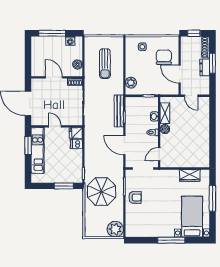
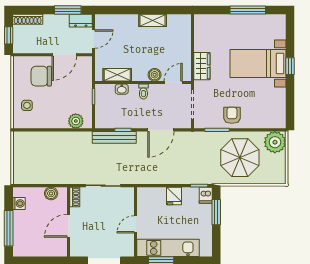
window: (212, 63) -> (68, 10), moved
sun lounger: (105, 64) -> (50, 156), removed
dresser: (205, 67) -> (81, 21), moved
boiler: (165, 129) -> (155, 75), moved
fridge: (76, 133) -> (174, 196), moved
shelving: (205, 139) -> (153, 20), added
dishwasher: (76, 144) -> (206, 195), moved
door: (159, 154) -> (173, 83), swing flipped
wardrobe: (190, 175) -> (202, 66), moved
parasol: (101, 192) -> (240, 158), moved
window: (212, 198) -> (248, 10), moved
bed with nightstands: (192, 217) -> (258, 63), moved
window: (171, 240) -> (290, 66), width x0.46

